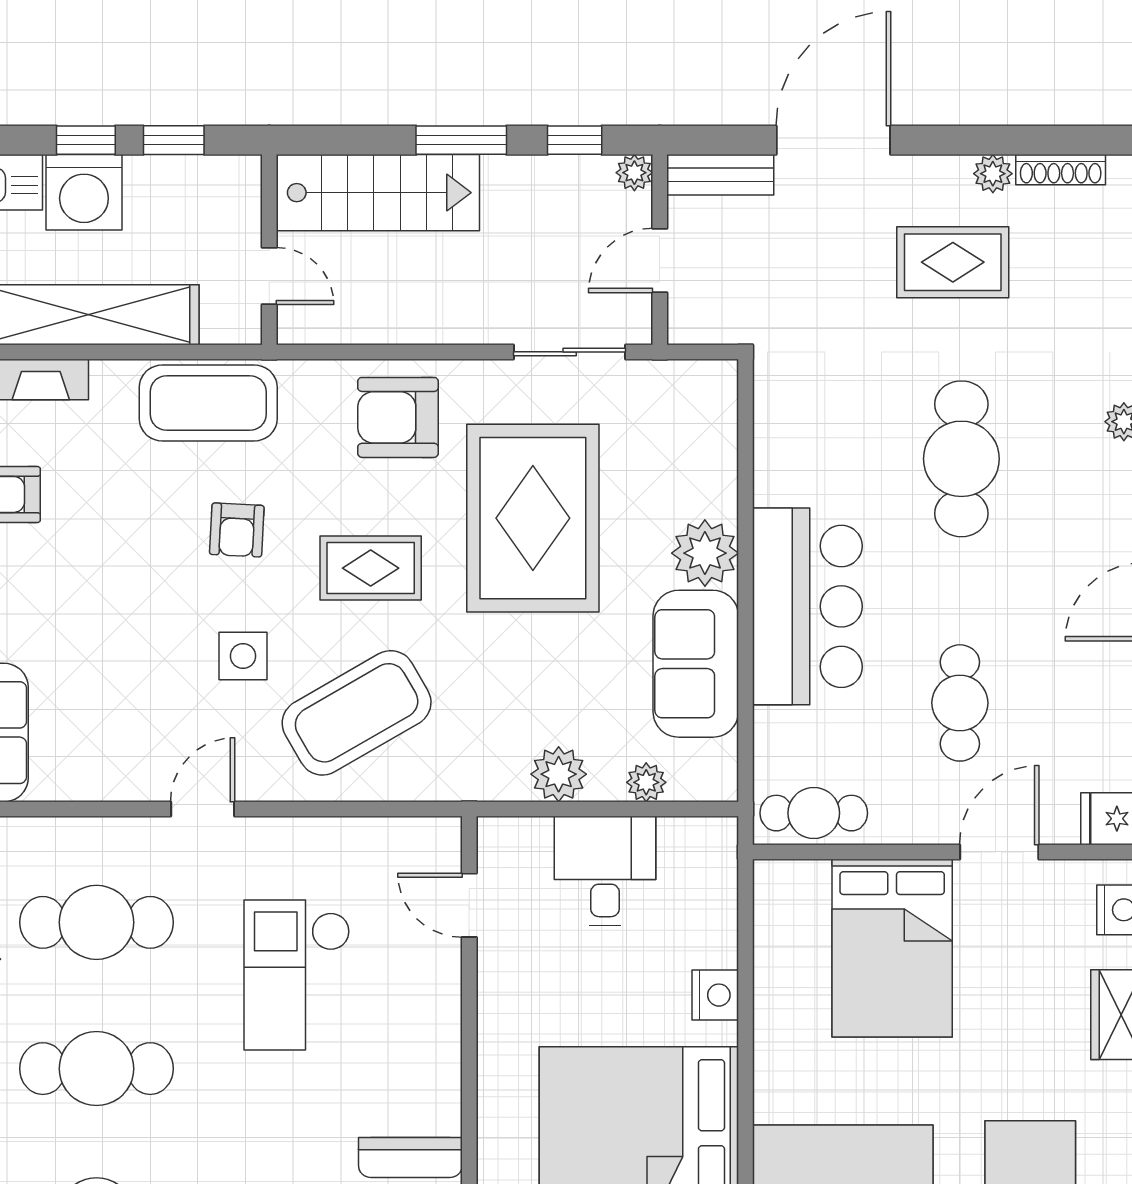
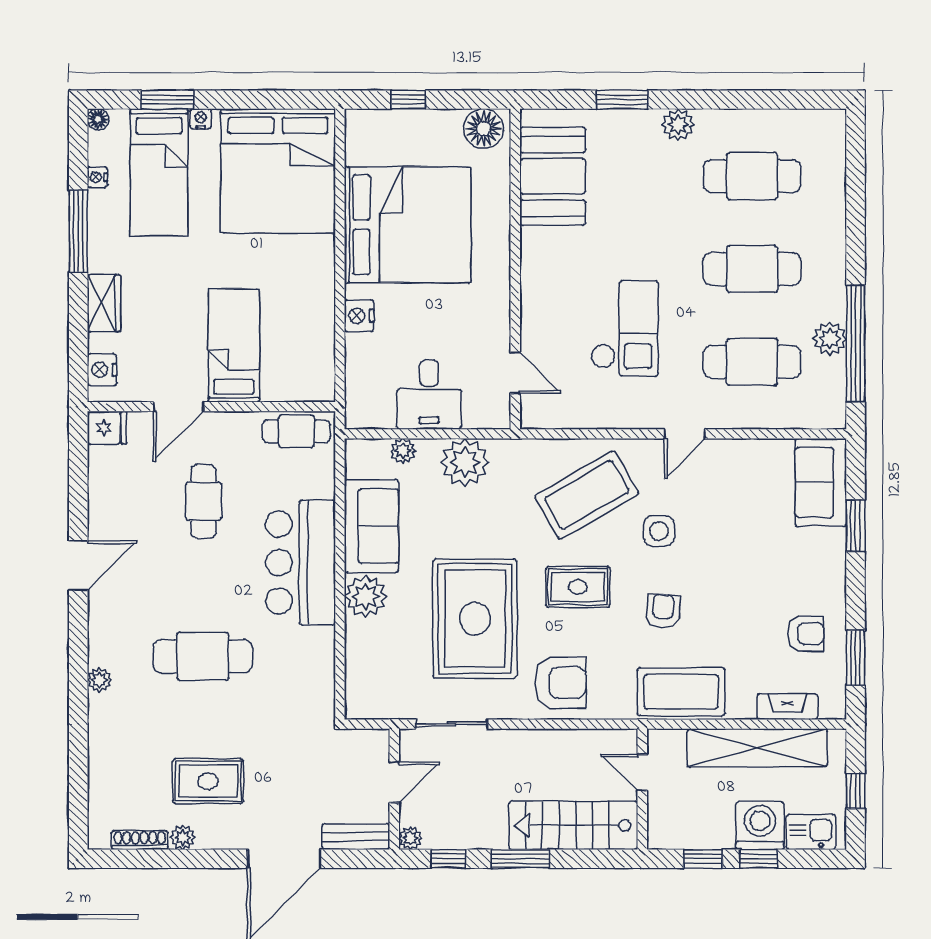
cafe table: (961, 459) -> (203, 656), turned 90
plant: (559, 774) -> (465, 462), width x1.36, depth x1.36
bed: (892, 948) -> (234, 346), width x0.67

